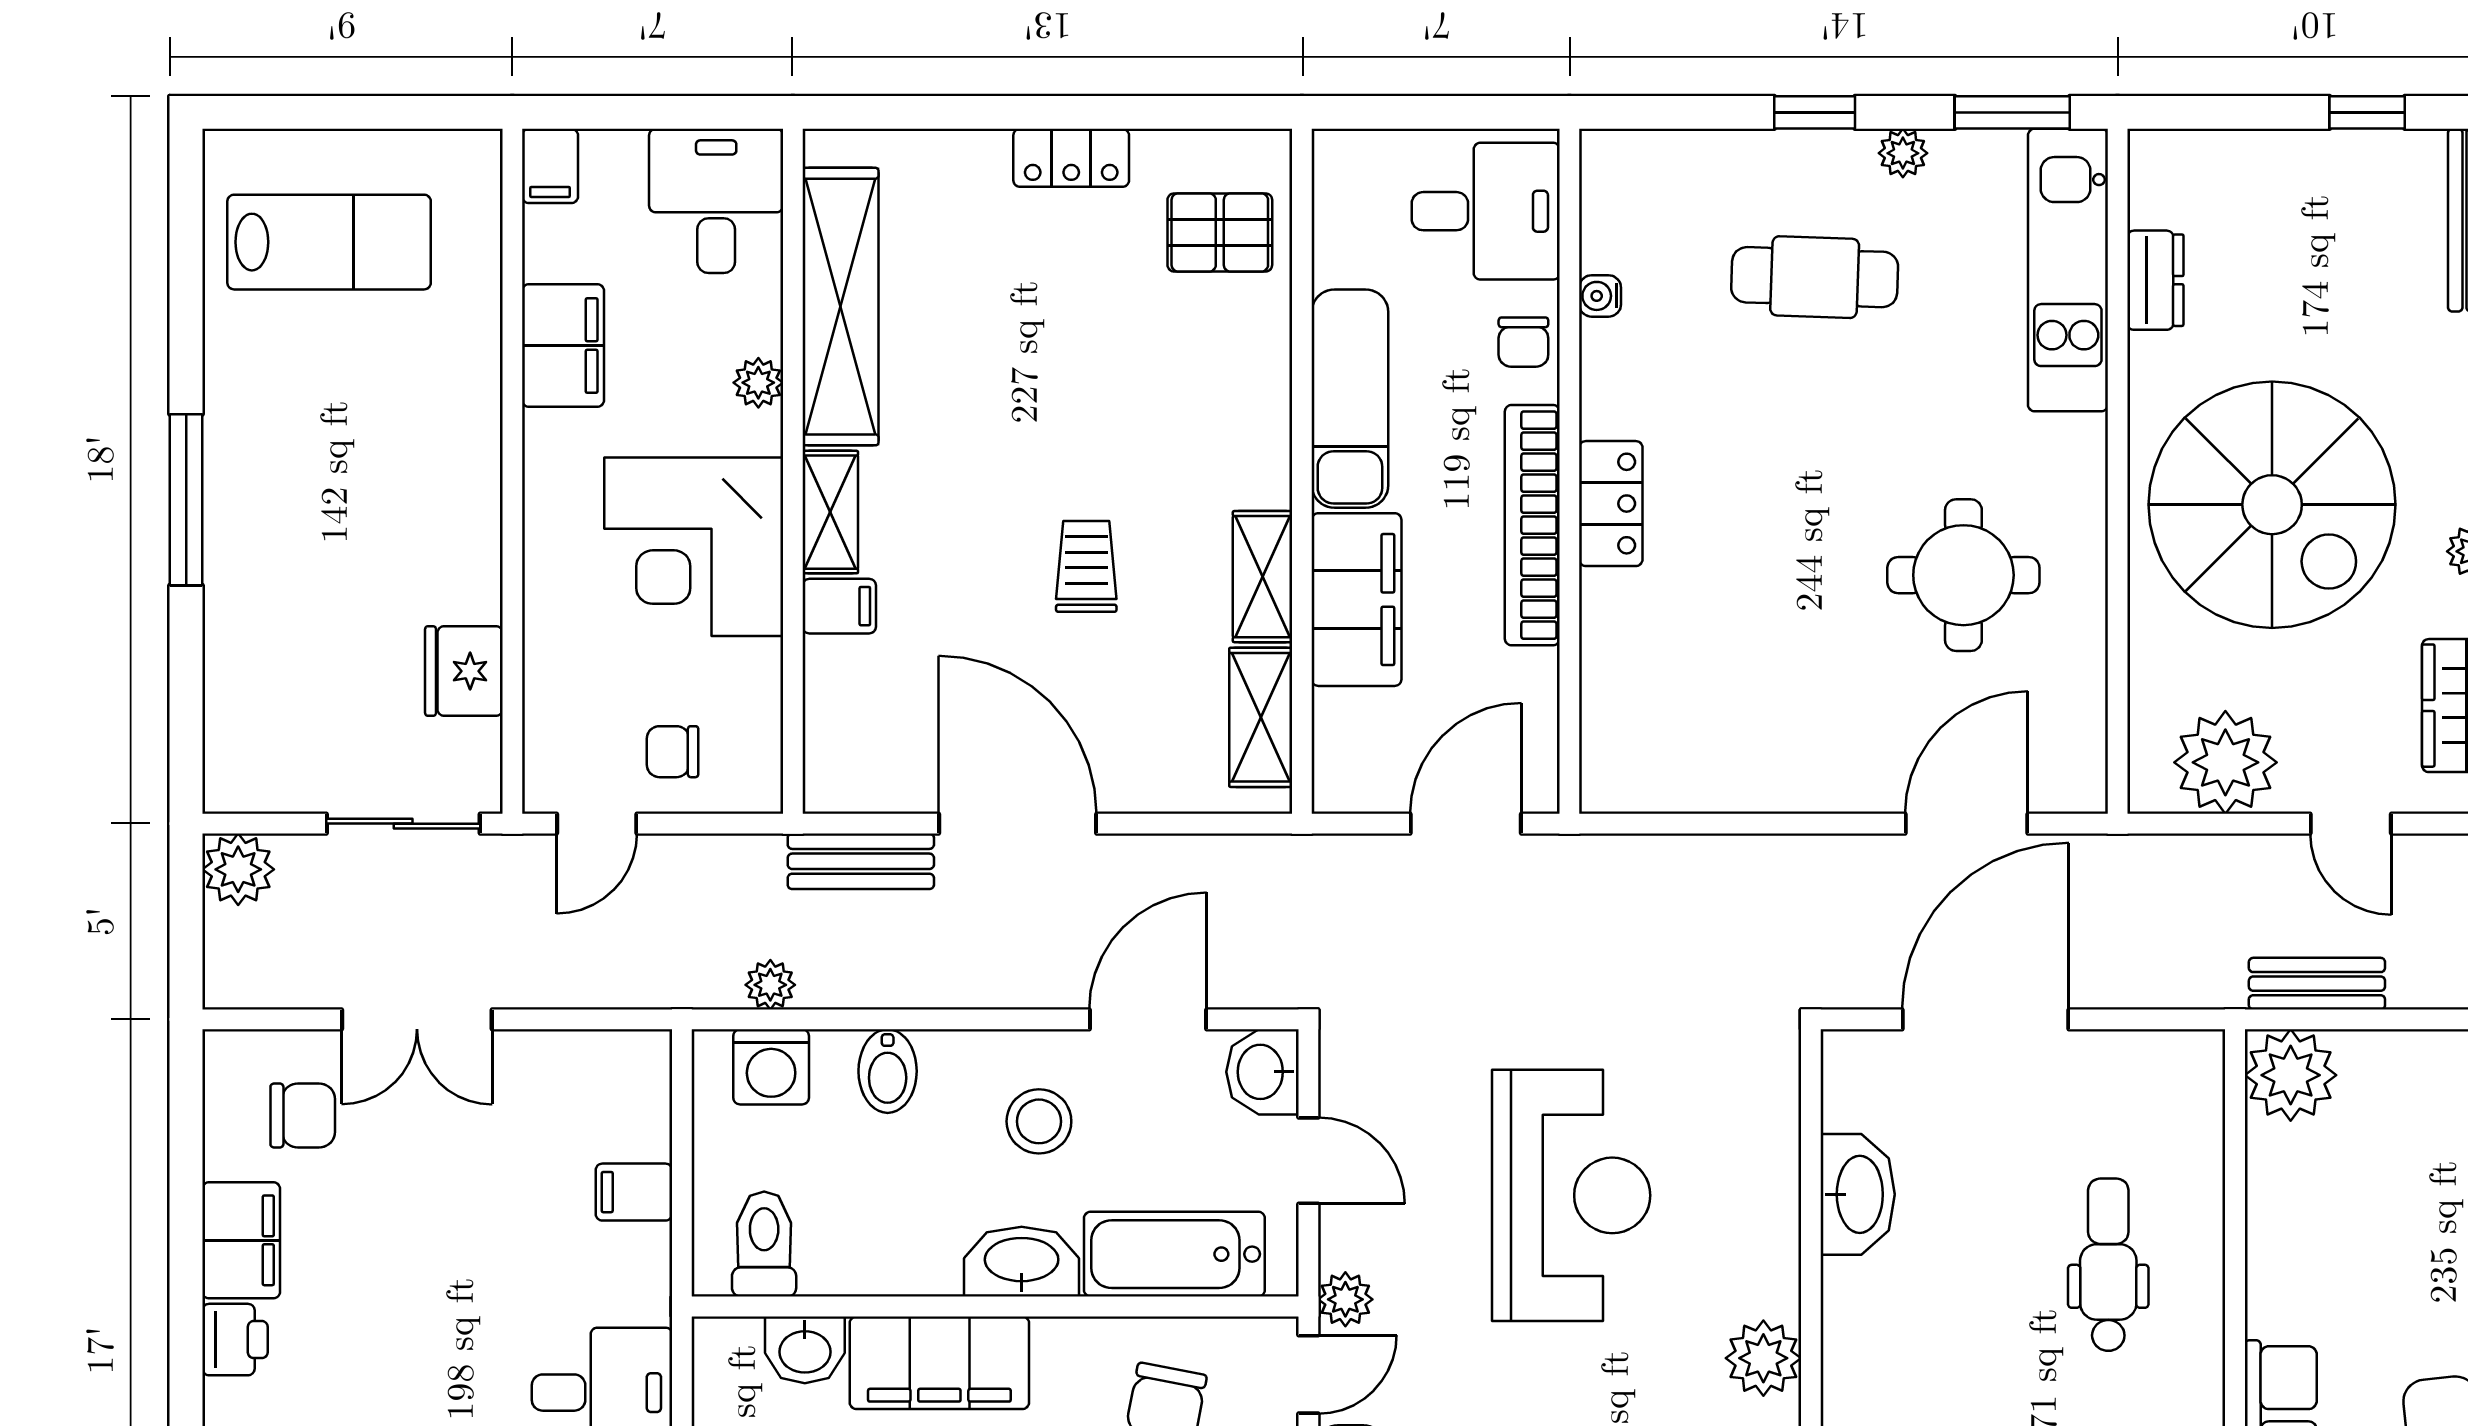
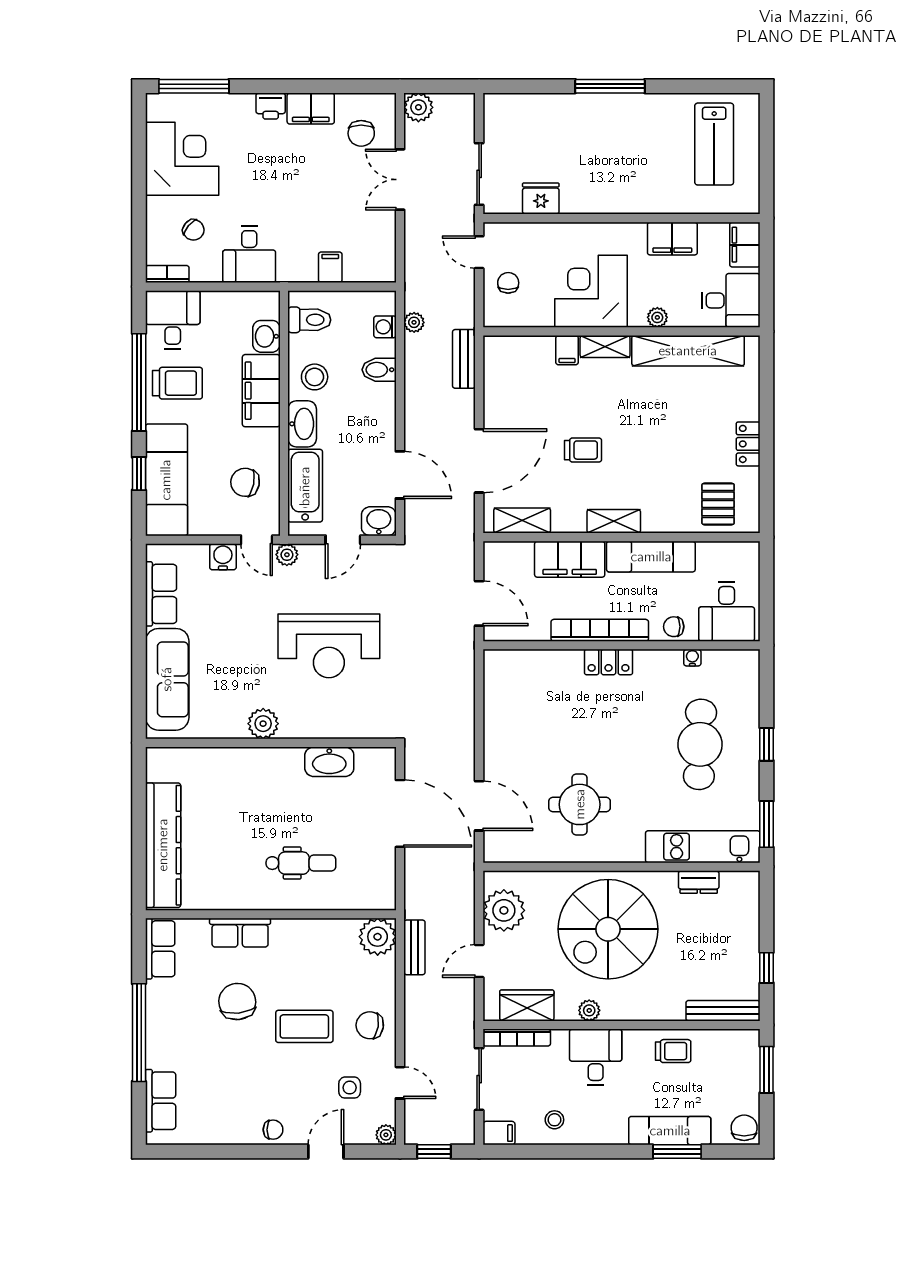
plant: (1903, 153) -> (750, 780), removed
filing cabinet: (550, 166) -> (745, 245), width x2.00
cafe table: (1815, 277) -> (700, 744), width x1.37, depth x1.35
shelving: (1263, 577) -> (614, 521), moved
door: (1018, 824) -> (479, 461), moved
plant: (238, 869) -> (418, 107), moved
washing machine: (771, 1067) -> (385, 327), width x0.73, depth x0.73
stool: (1039, 1121) -> (315, 377), moved

